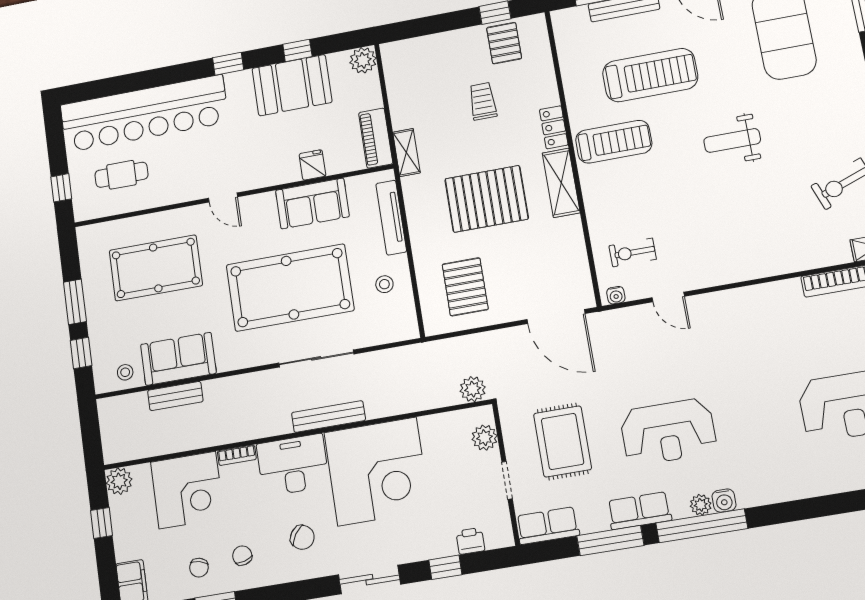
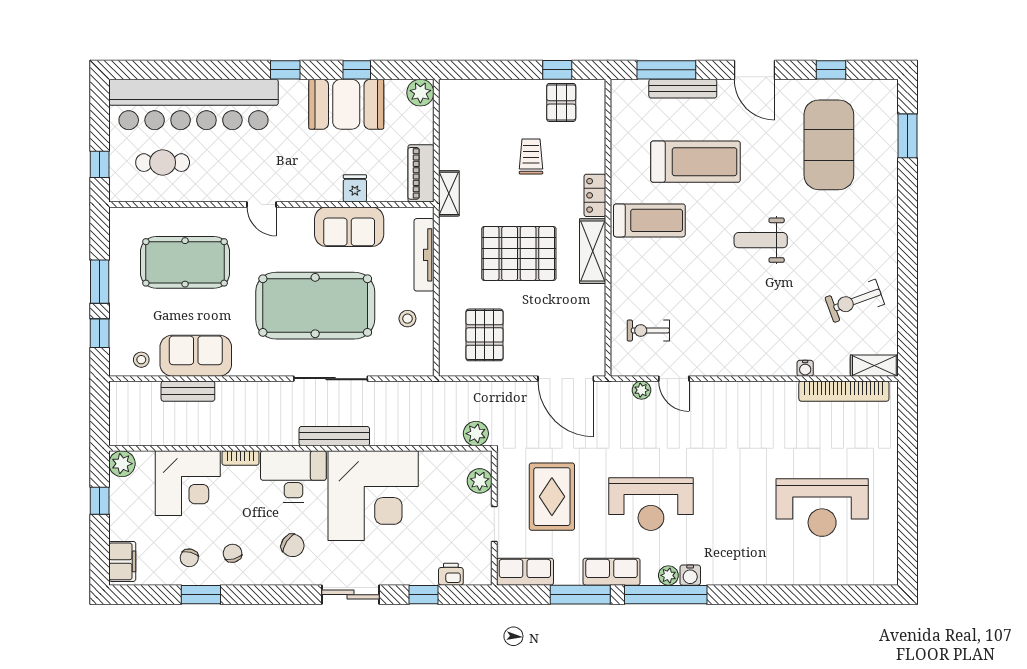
water cooler: (616, 295) -> (805, 368), moved
plant: (637, 315) -> (642, 390), added

